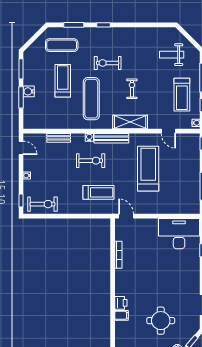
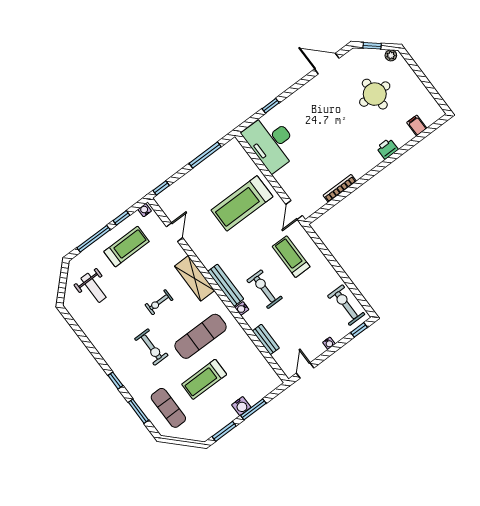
treadmill: (148, 169) -> (242, 203), moved
filing cabinet: (122, 315) -> (417, 125), moved

